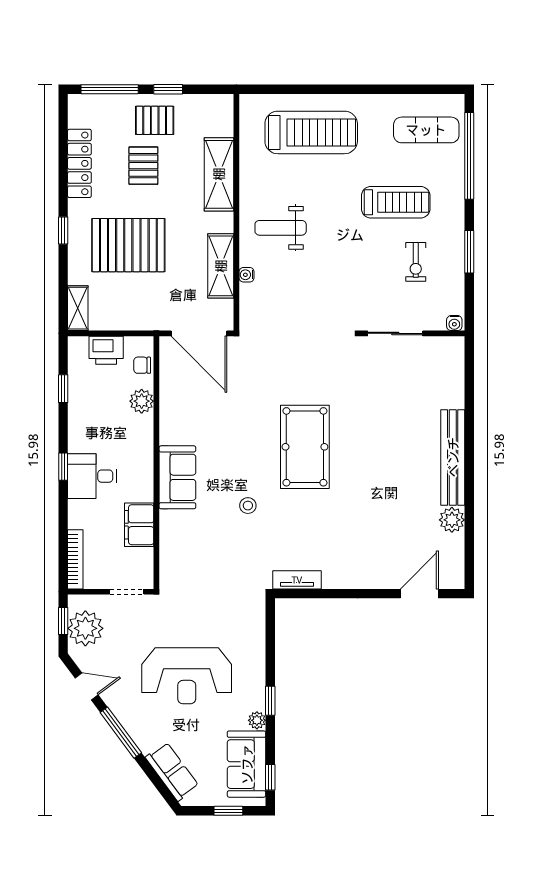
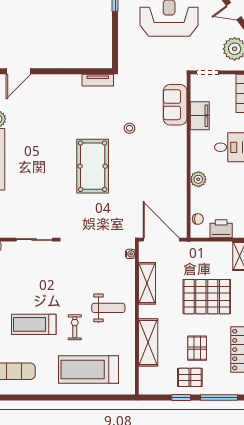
exercise bike: (416, 262) -> (75, 327), moved
water cooler: (247, 275) -> (130, 254), moved
plant: (142, 401) -> (198, 179), moved
sofa: (177, 477) -> (175, 105), moved

